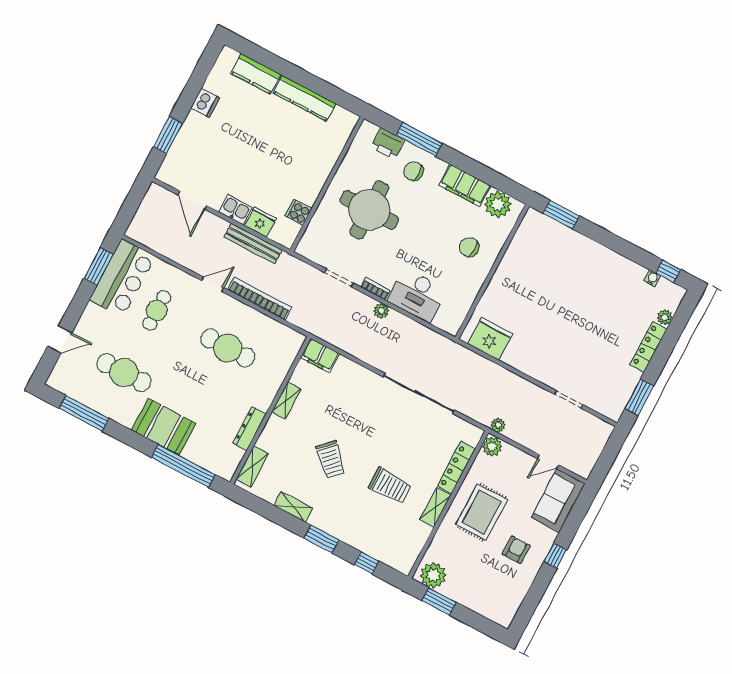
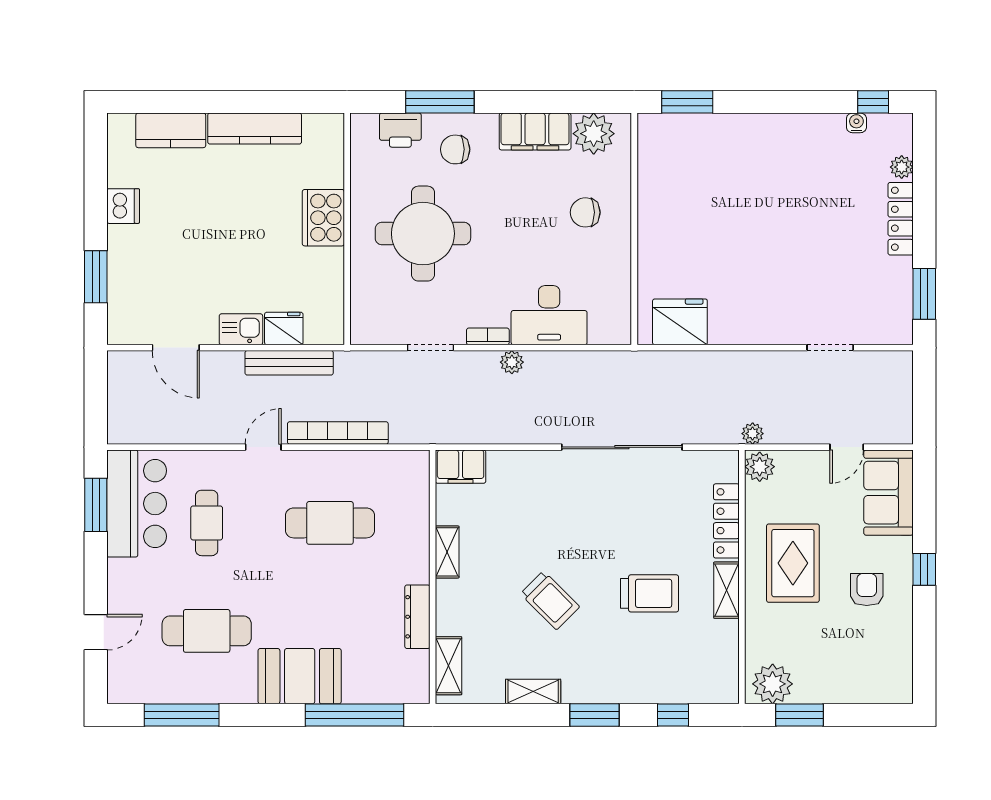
cooker: (298, 212) -> (323, 218), moved, width x1.87, depth x1.31

